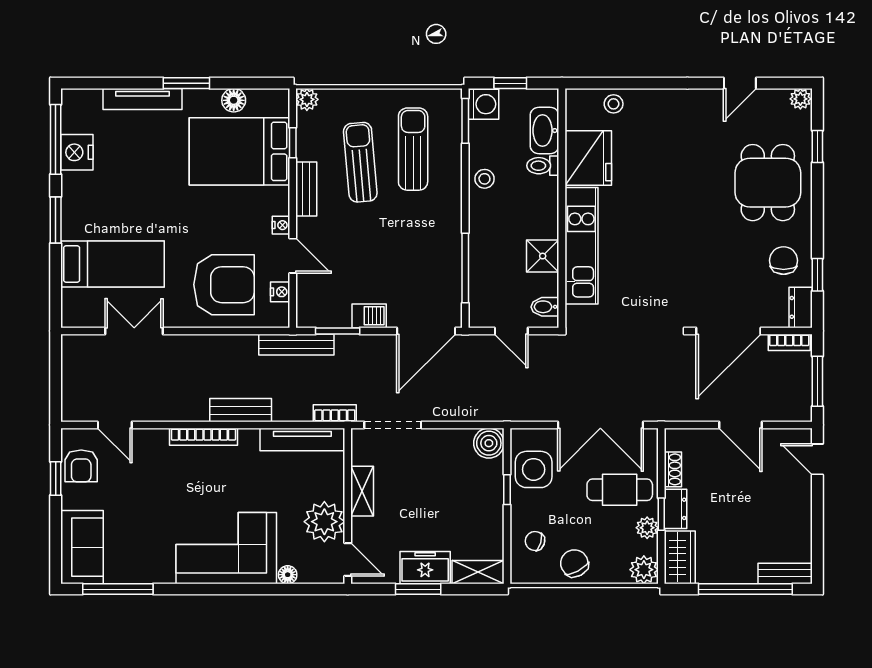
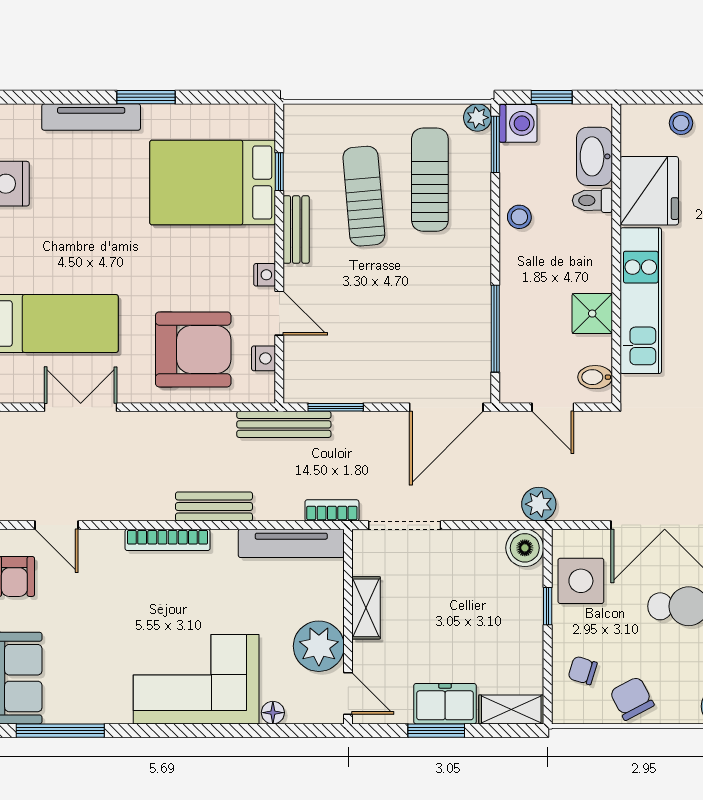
plant: (307, 99) -> (477, 118), moved
floor lamp: (234, 100) -> (205, 119), removed
barbecue: (369, 316) -> (375, 388), removed
plant: (500, 408) -> (539, 504), added

